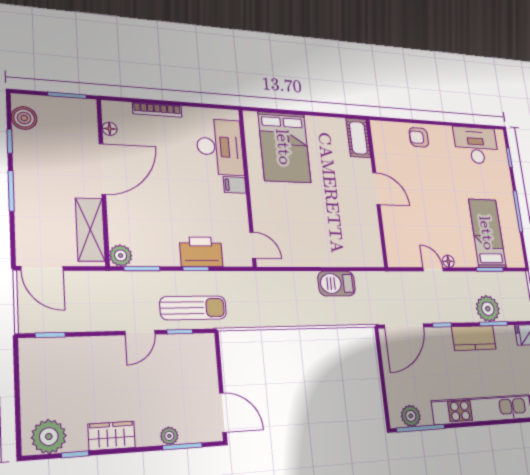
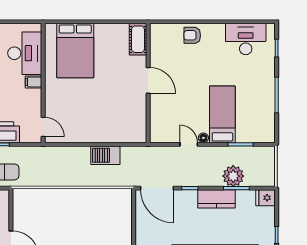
bed: (487, 233) -> (222, 114), moved
door: (404, 326) -> (157, 188), hinge flipped

